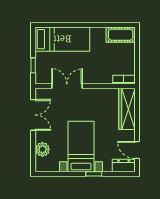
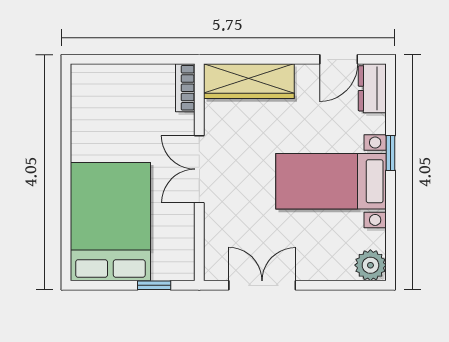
cot: (121, 35) -> (87, 95), removed
bed: (62, 39) -> (110, 222), width x1.50
double door: (67, 86) -> (199, 169), moved
plant: (42, 149) -> (370, 265), moved

